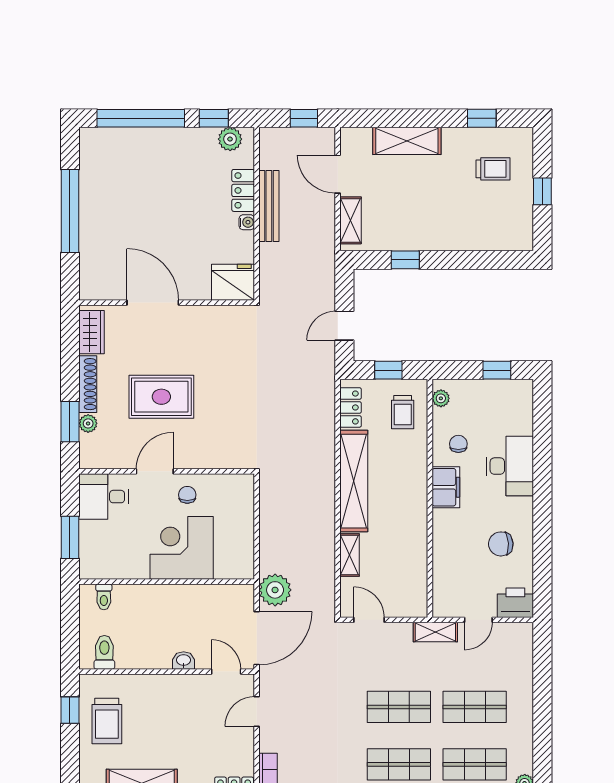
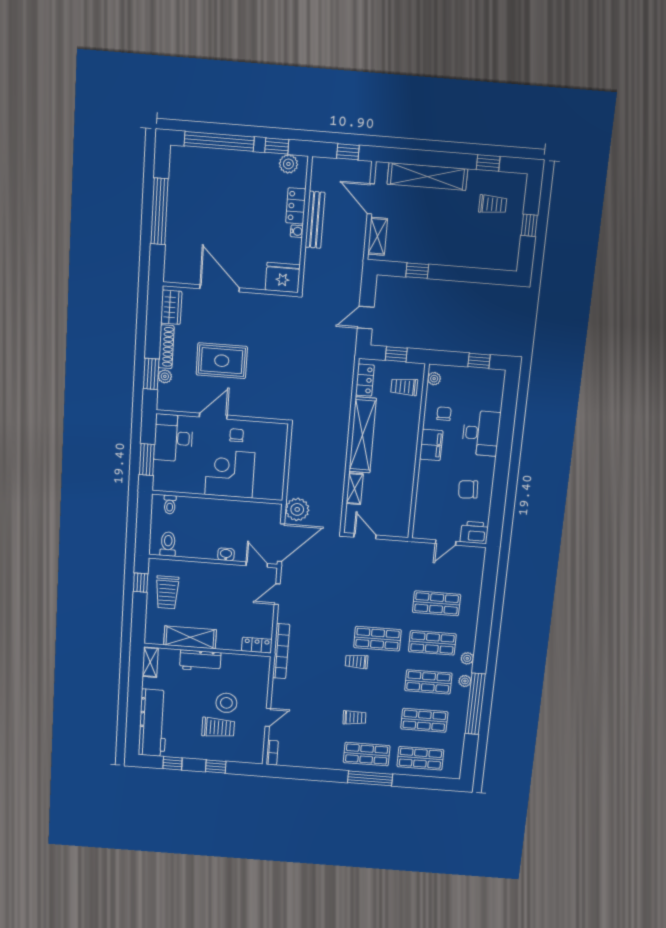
shelving: (407, 141) -> (427, 177), width x1.47
trolley: (403, 412) -> (404, 387), turned 90
desk: (104, 497) -> (173, 438), width x1.37
shelving: (435, 632) -> (413, 549), removed
shop shelf: (399, 707) -> (381, 599), removed

